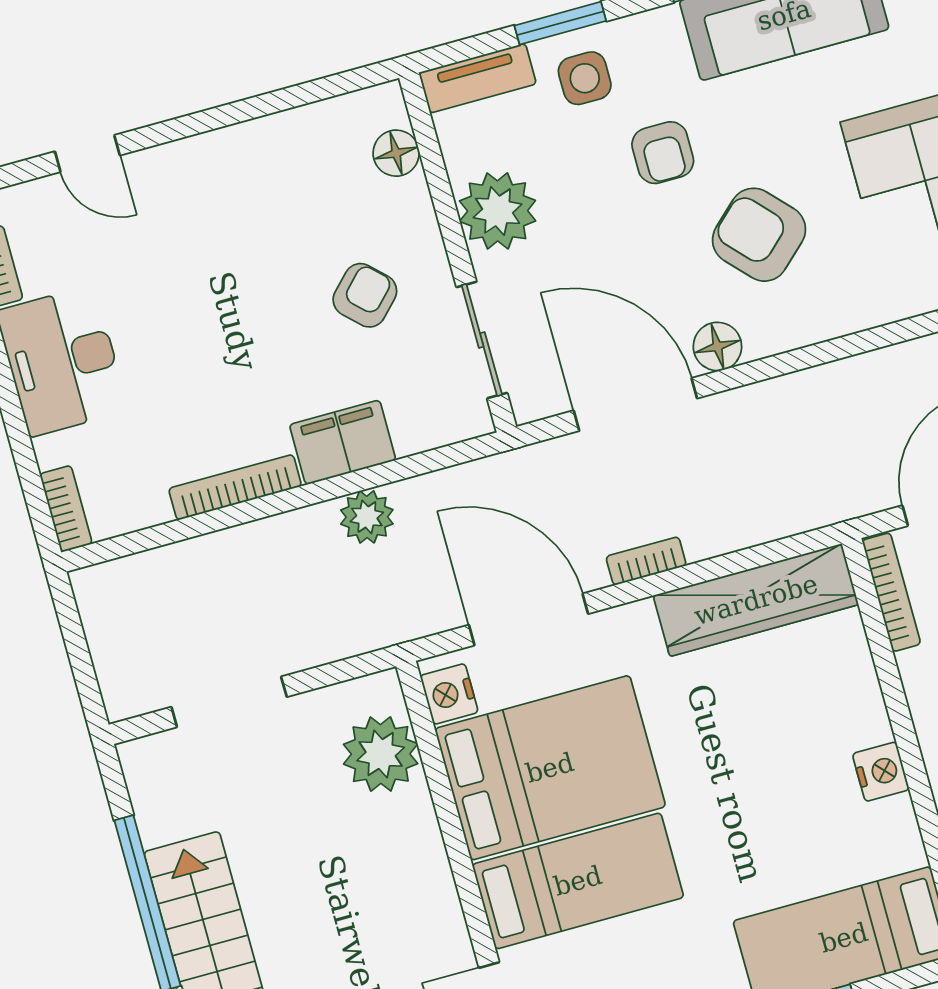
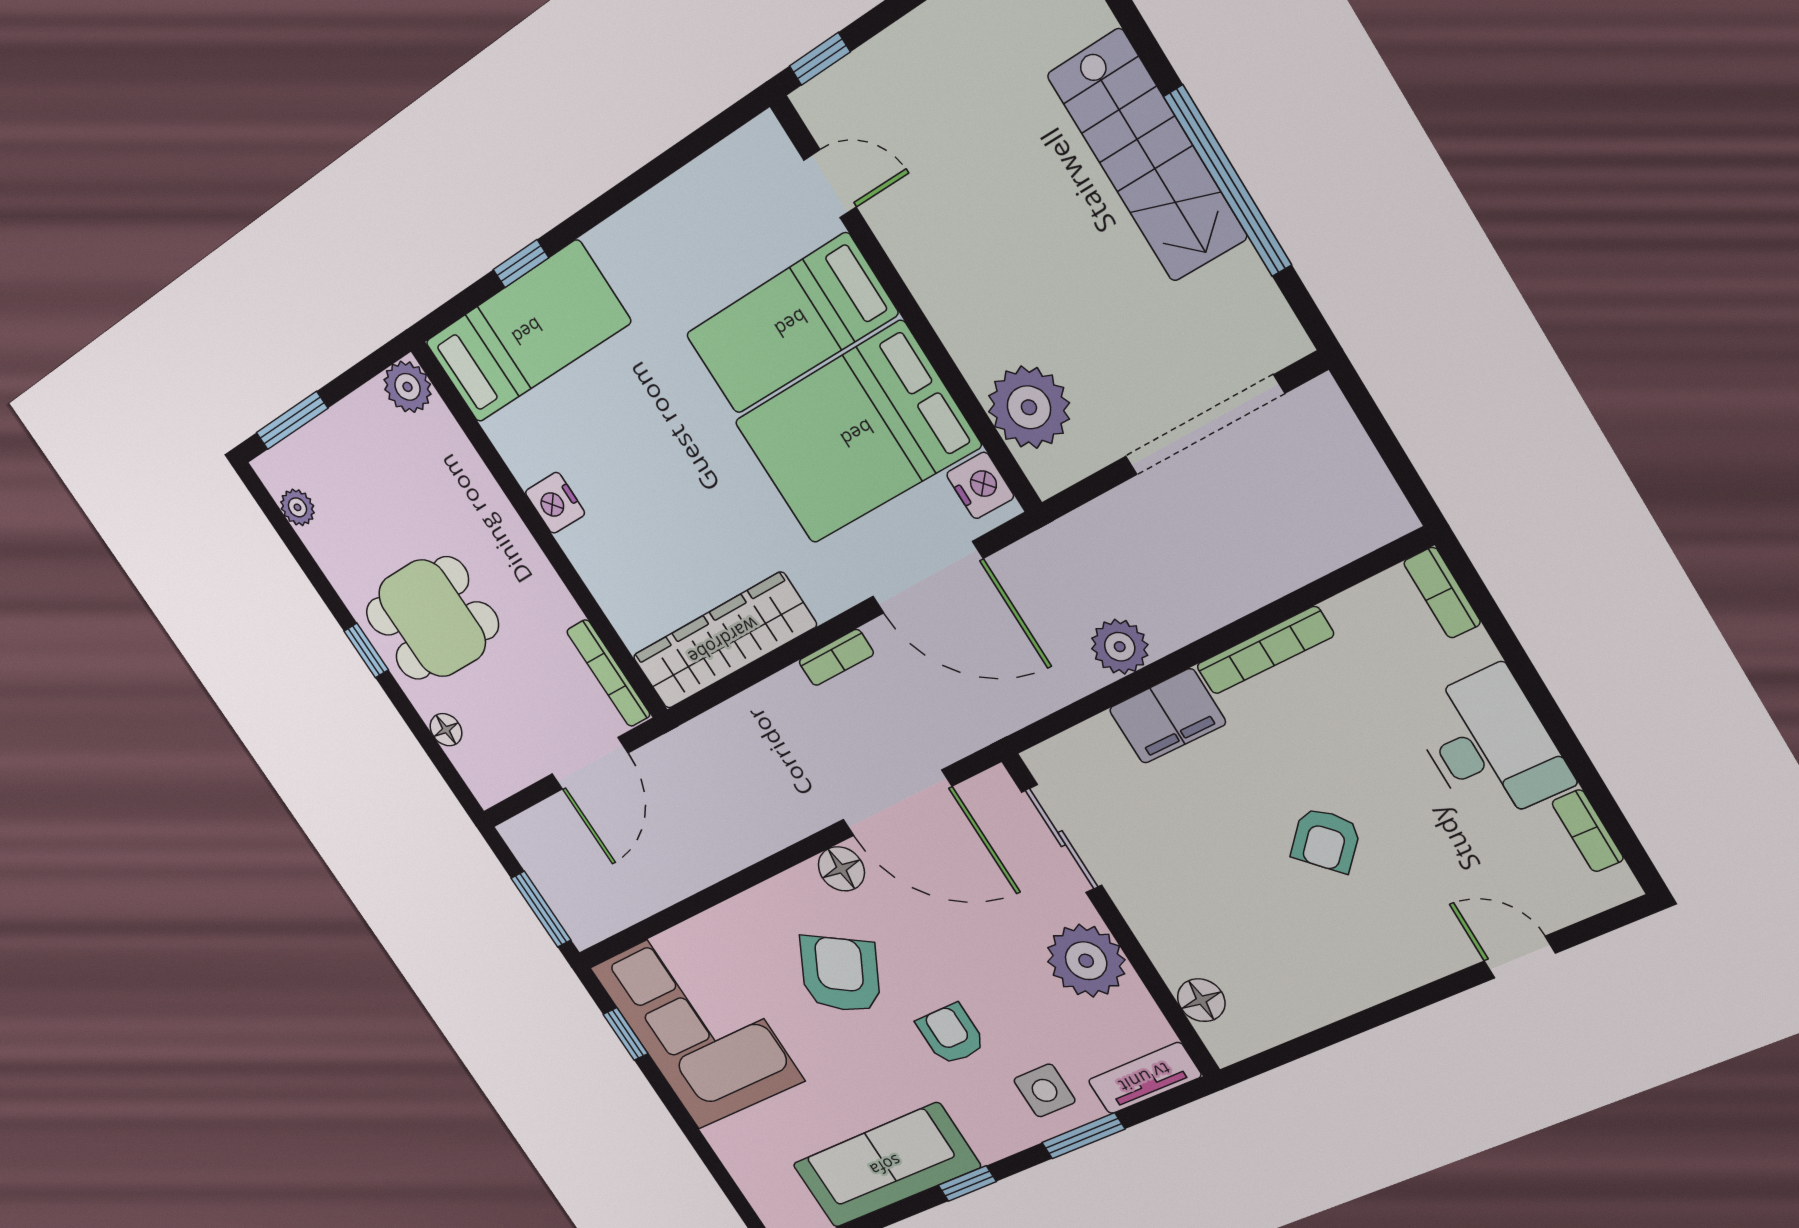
armchair: (759, 235) -> (840, 974), turned -107
armchair: (365, 295) -> (1326, 840), moved
doorway: (229, 702) -> (1204, 425), width x1.36

